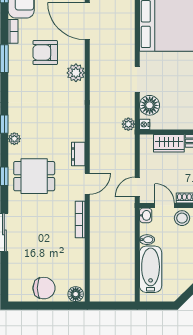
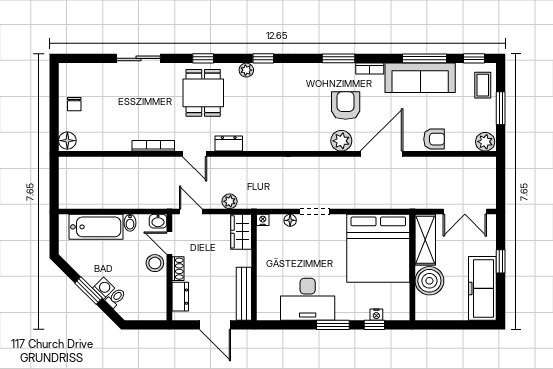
plant: (76, 73) -> (341, 141), moved
floor lamp: (150, 105) -> (290, 220), width x0.53, depth x0.53
plant: (128, 124) -> (230, 201), moved
wardrobe: (169, 143) -> (241, 232), moved
door: (165, 206) -> (169, 243), swing flipped
chair: (44, 288) -> (74, 104), width x0.54, depth x0.54

